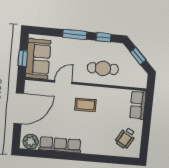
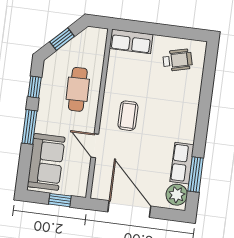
sofa: (38, 59) -> (46, 162), moved, turned 90
wheelchair: (126, 138) -> (177, 60), turned -44
row of seats: (60, 145) -> (182, 163), width x0.68
window: (46, 154) -> (196, 175), added

